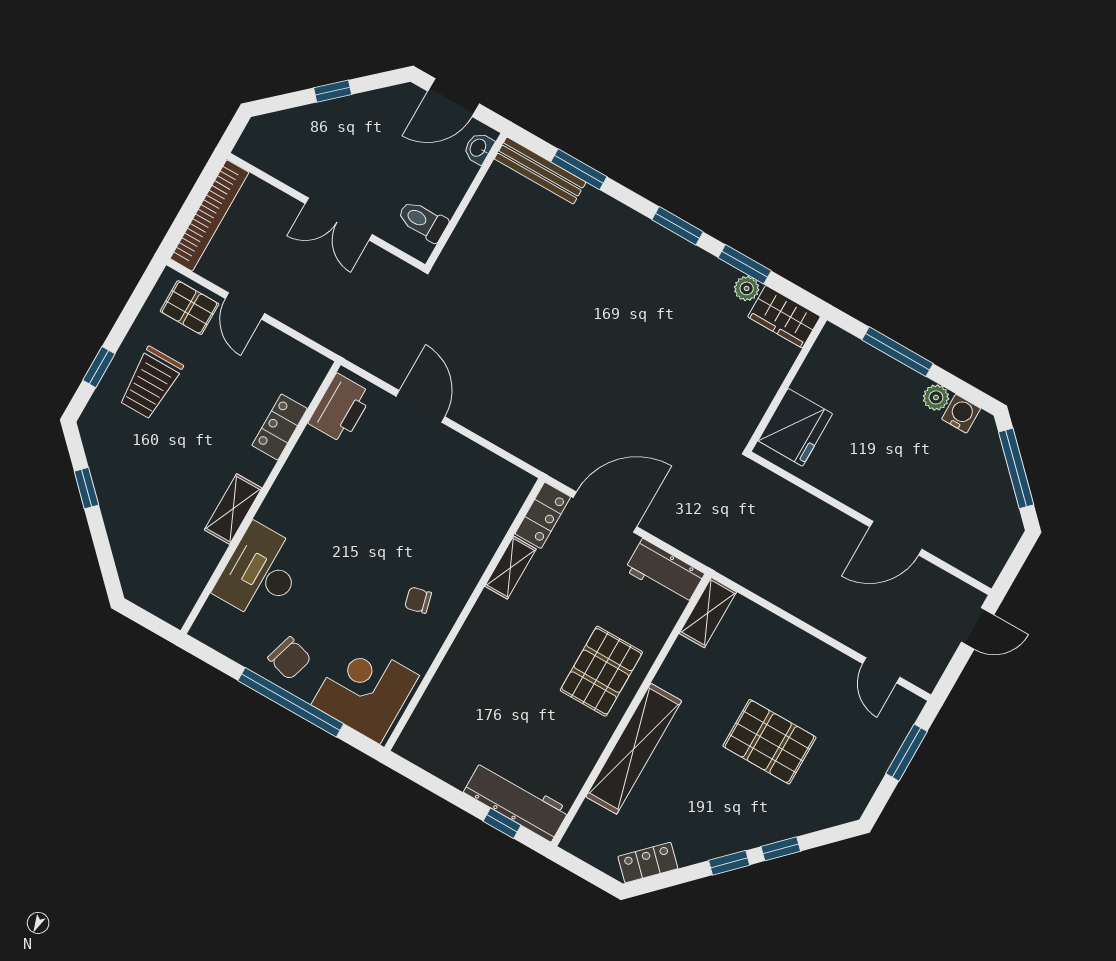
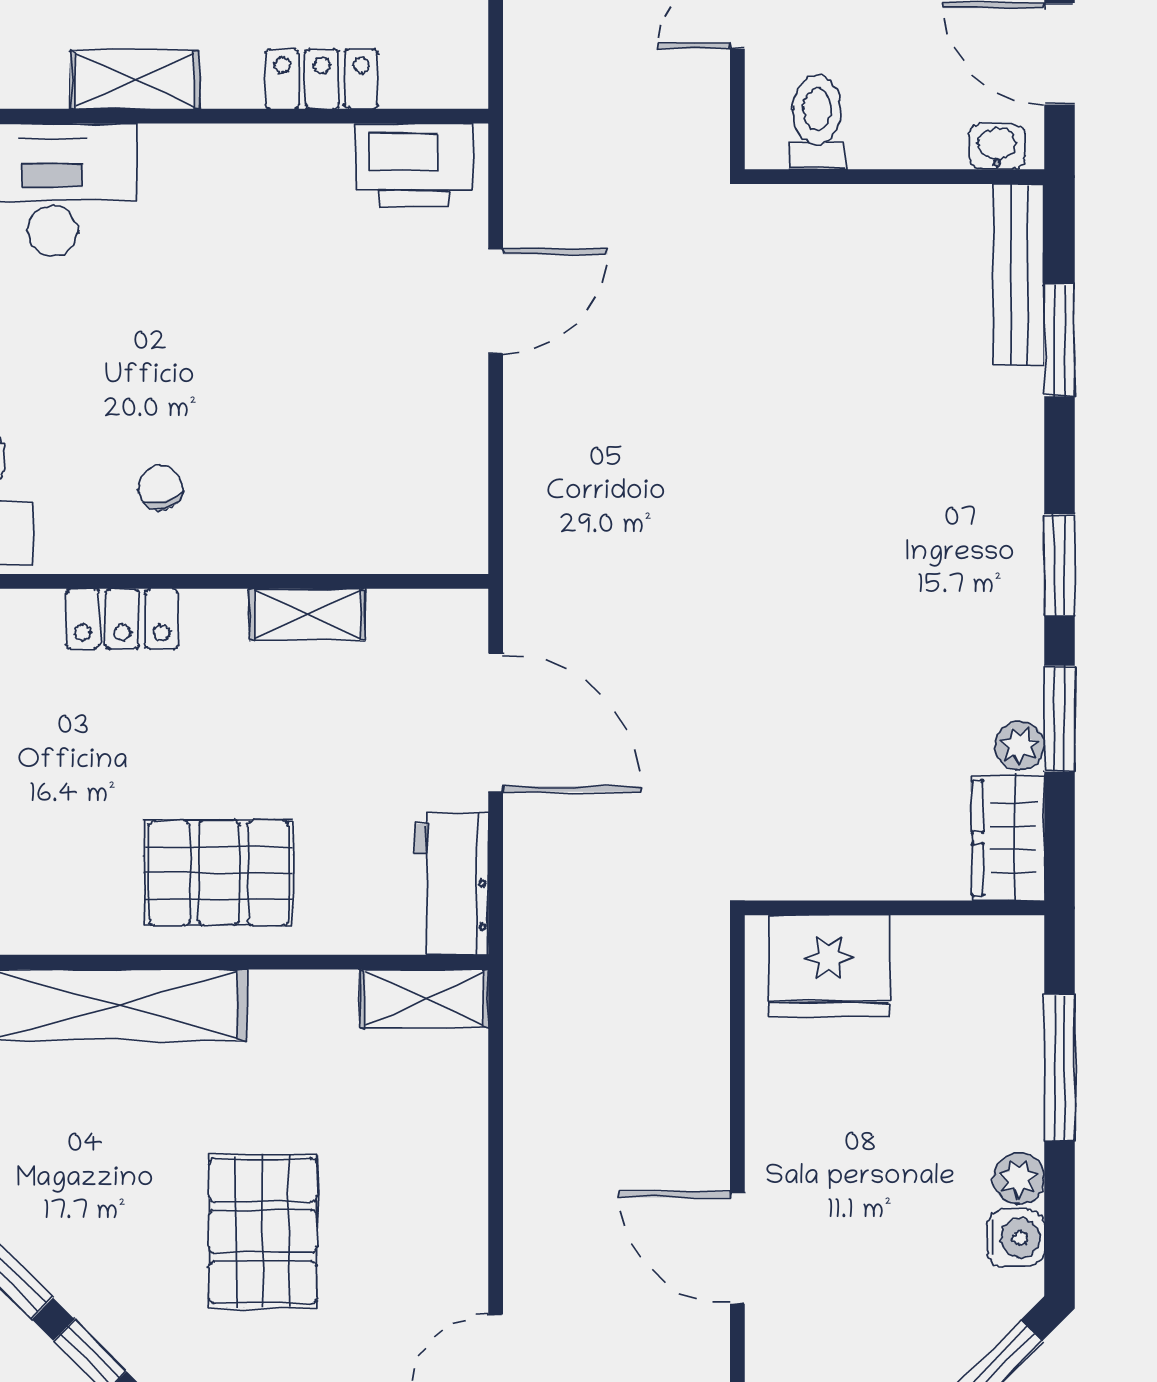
locker: (543, 515) -> (122, 619), moved

